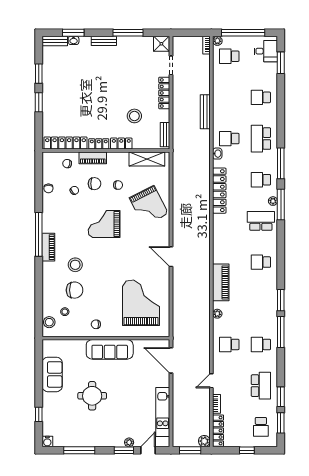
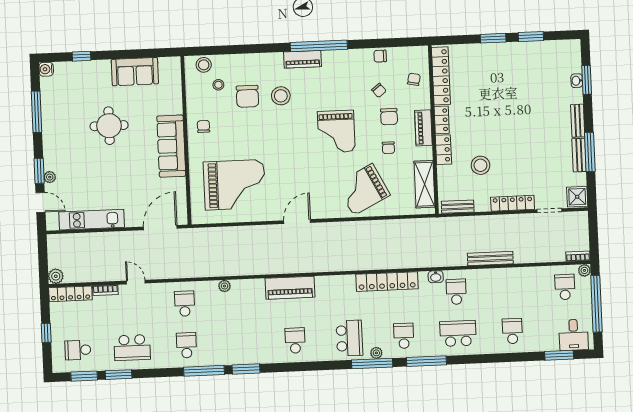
bench: (55, 41) -> (579, 155), moved
piano: (93, 158) -> (423, 128), moved
grand piano: (104, 224) -> (336, 132), turned 180
piano: (221, 282) -> (290, 288), moved
window: (190, 450) -> (43, 258), removed

